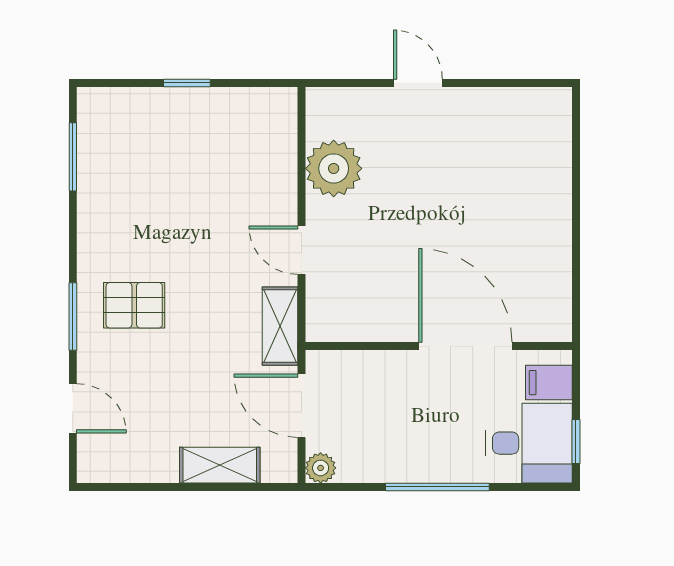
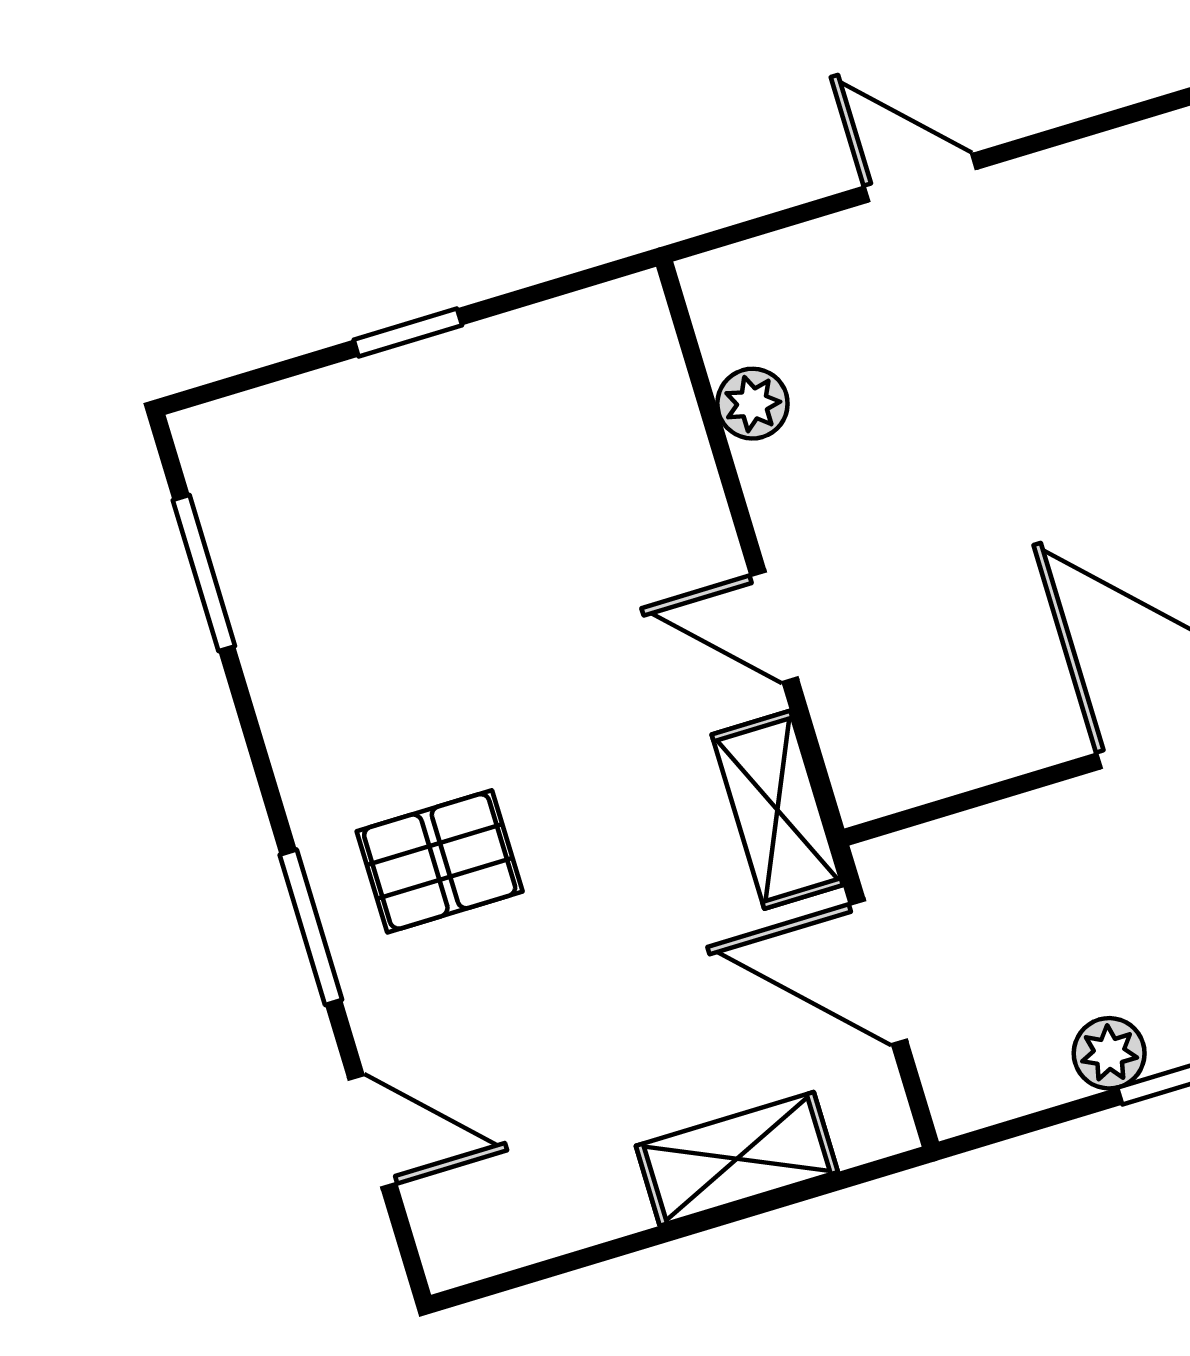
plant: (334, 168) -> (752, 404), width x0.53, depth x0.53
plant: (321, 468) -> (1109, 1053), moved

